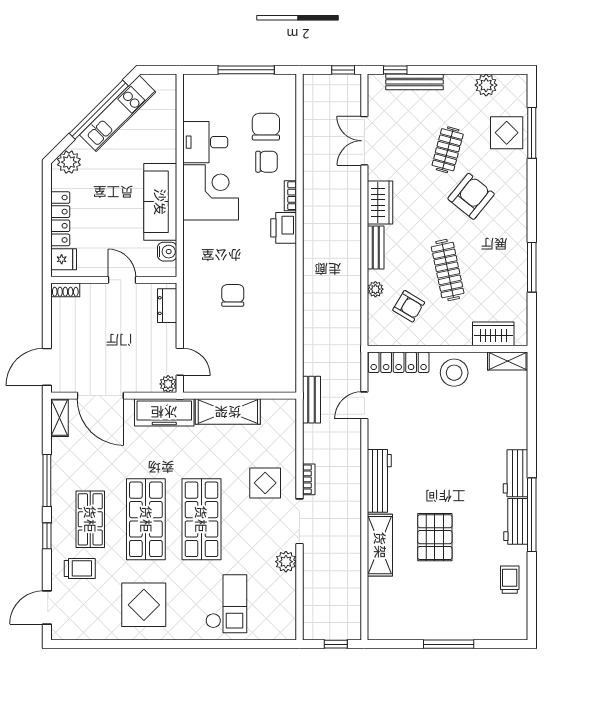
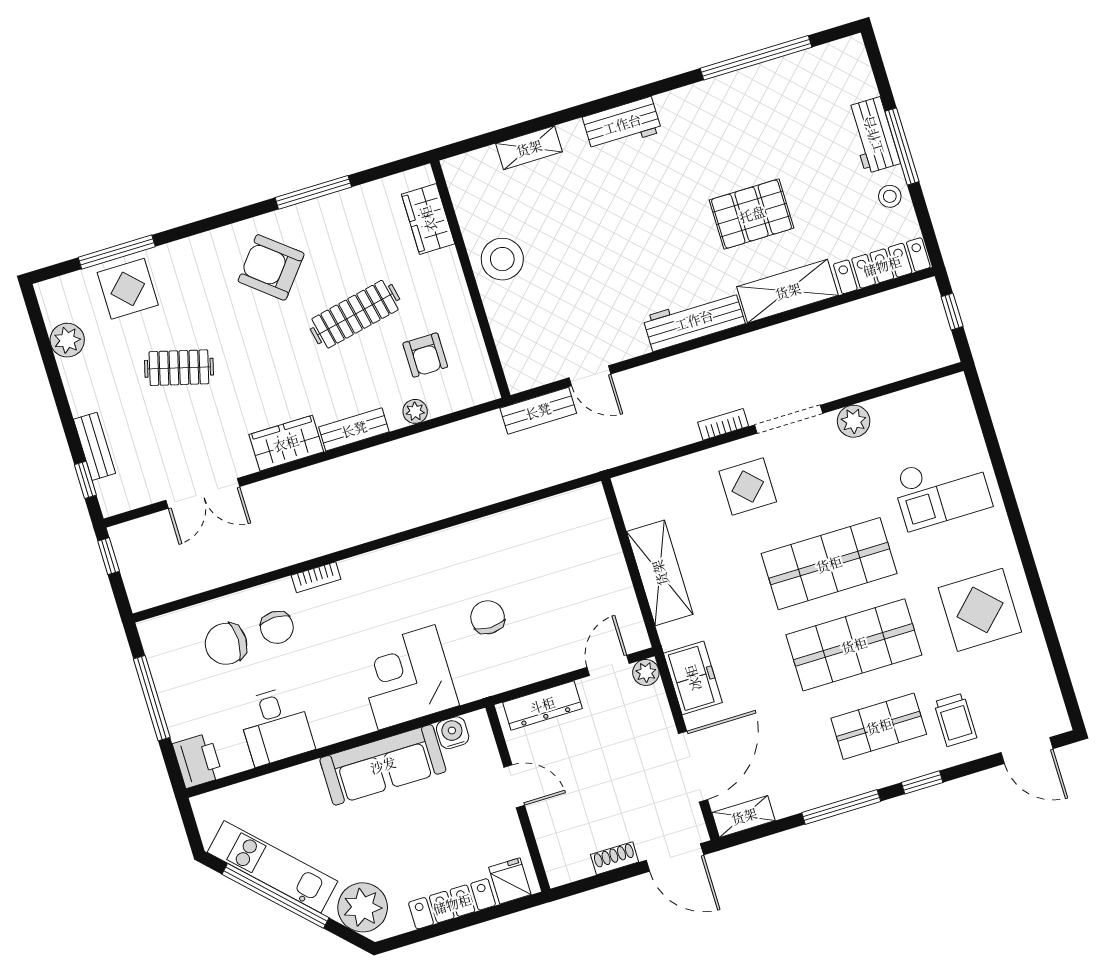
bench: (414, 82) -> (95, 446), width x0.73
plant: (69, 162) -> (363, 907), width x1.36, depth x1.36
chair: (267, 162) -> (277, 627), turned 180
corner desk: (211, 192) -> (407, 677), moved
armchair: (471, 196) -> (271, 267), moved
printer: (284, 228) -> (198, 761), moved, turned -90
door: (122, 280) -> (514, 786), swing flipped
shoe rack: (65, 290) -> (615, 858), moved, turned -90
chair: (233, 295) -> (488, 617), turned 90
dresser: (167, 306) -> (542, 705), width x1.44
armchair: (409, 306) -> (425, 355), turned 149
shelving: (508, 361) -> (529, 148), moved, turned 90
locker: (399, 362) -> (882, 266), moved, turned -90
bench: (311, 400) -> (538, 411), moved
freezer: (164, 412) -> (693, 678), width x0.71
window: (532, 515) -> (756, 58), moved
workbench: (516, 521) -> (873, 135), moved, turned 90
trolley: (80, 568) -> (955, 720), turned 180
trolley: (510, 580) -> (780, 86), removed
checkout: (226, 604) -> (942, 490), turned 180
stool: (420, 627) -> (890, 196), added

